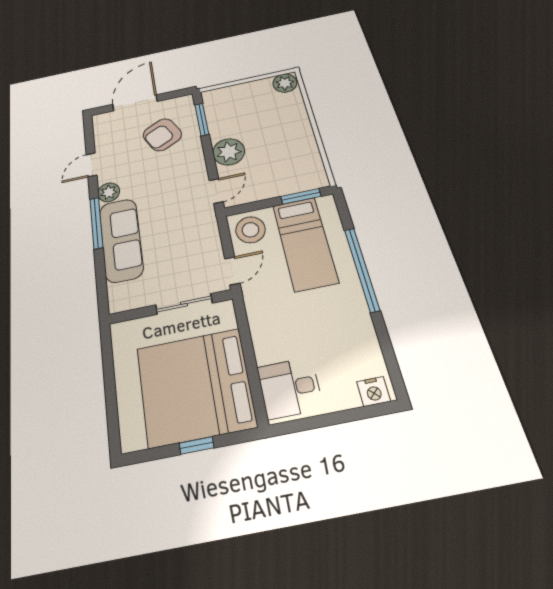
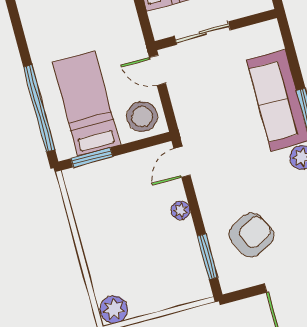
plant: (229, 152) -> (180, 210), width x0.53, depth x0.53
window: (362, 269) -> (39, 108), moved
door: (232, 271) -> (158, 70), hinge flipped

